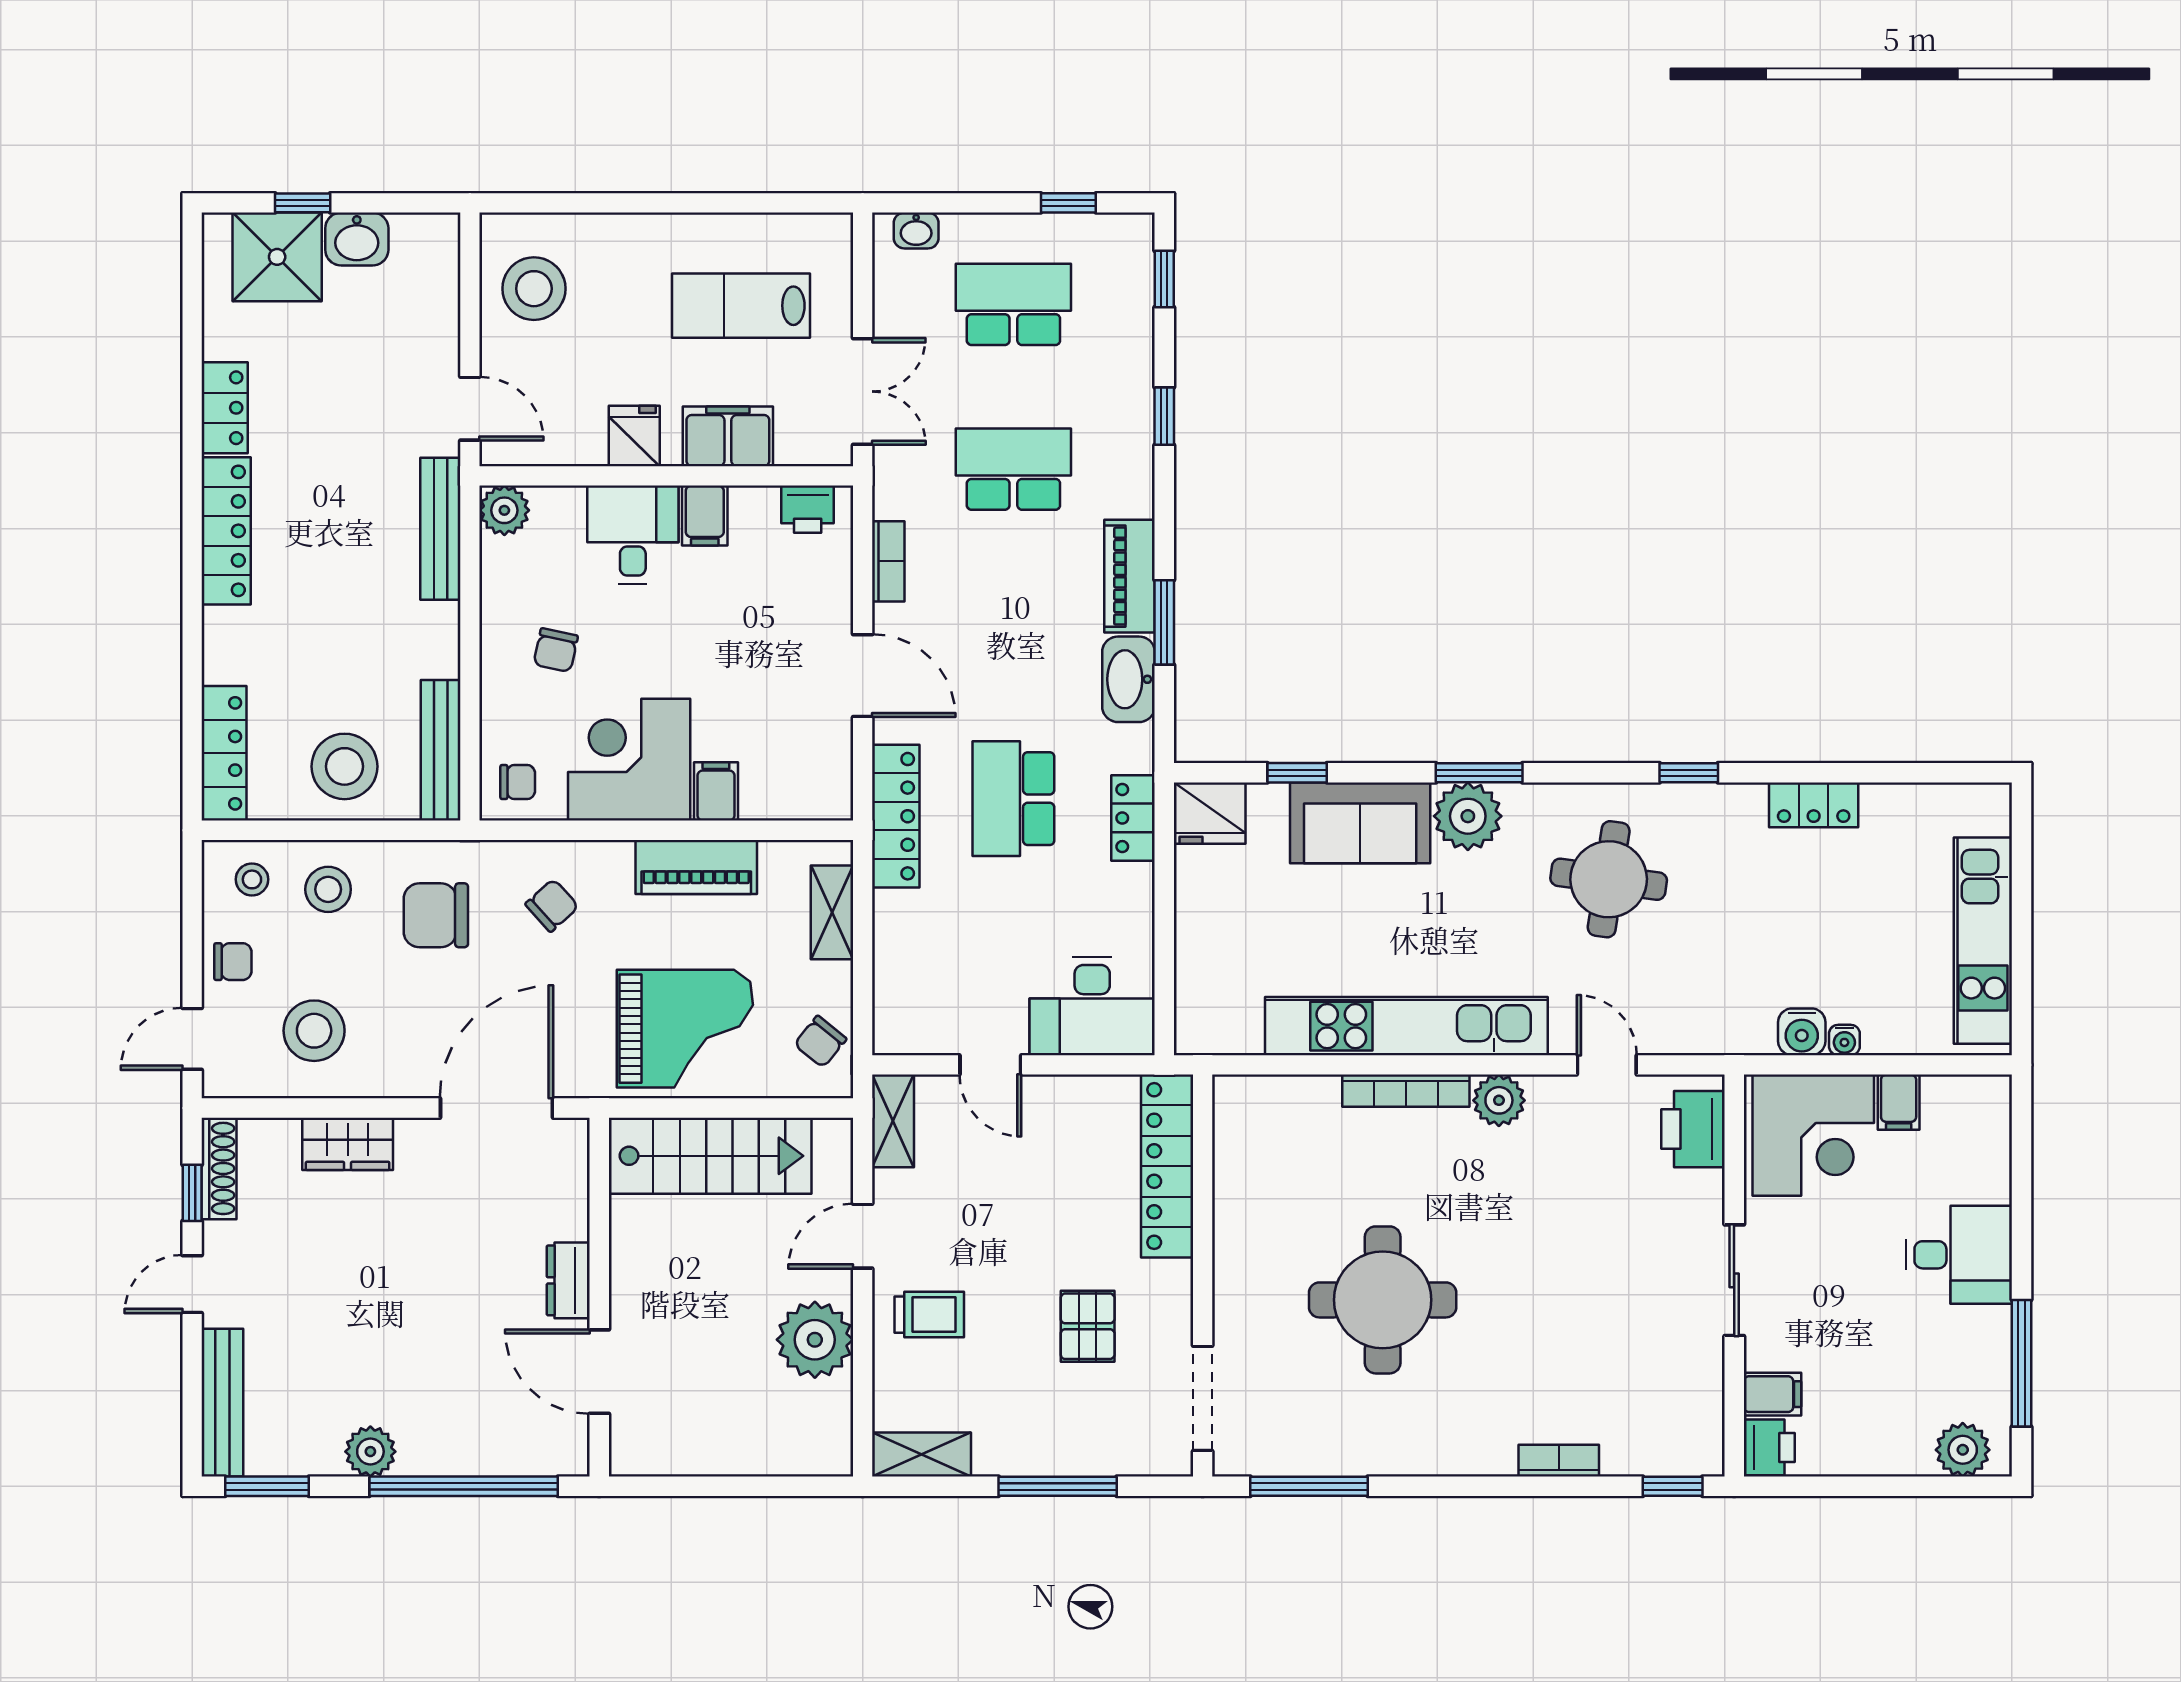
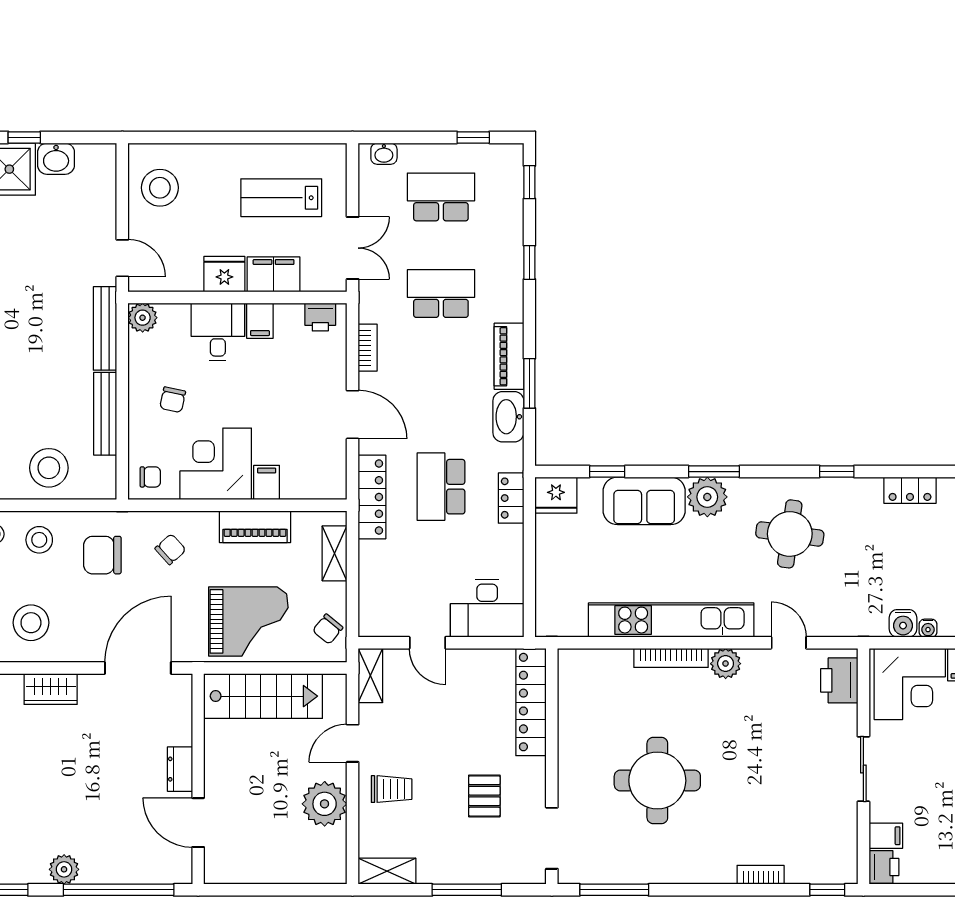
fridge: (634, 436) -> (224, 274), width x1.38
bench: (441, 750) -> (105, 414), moved

